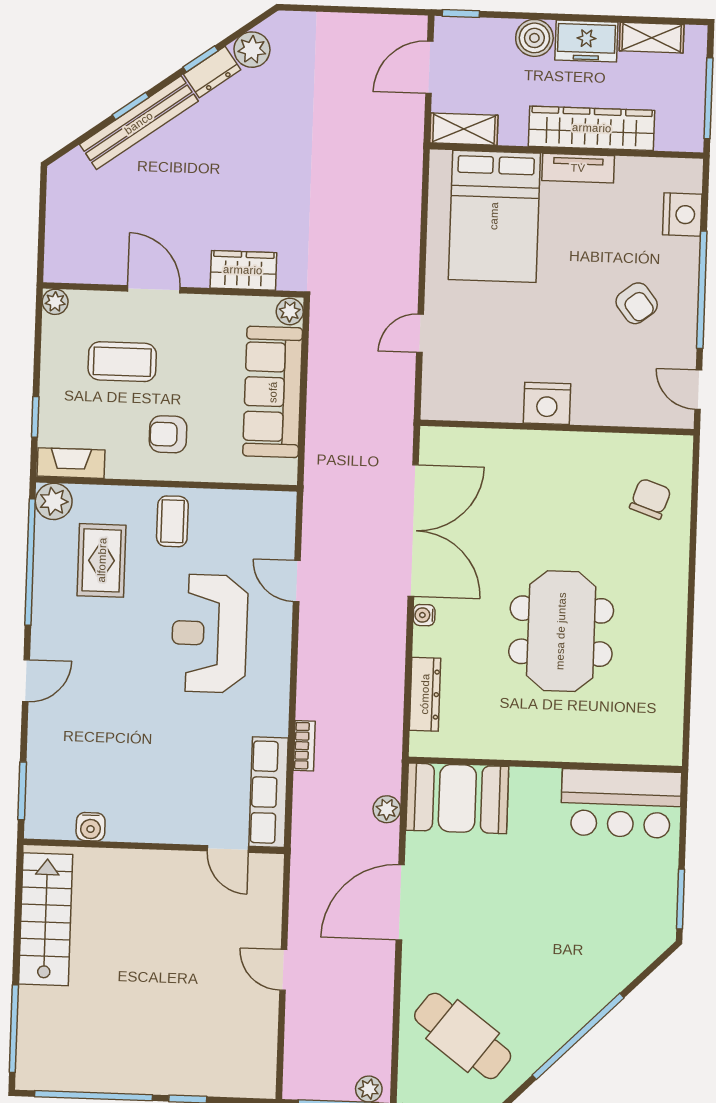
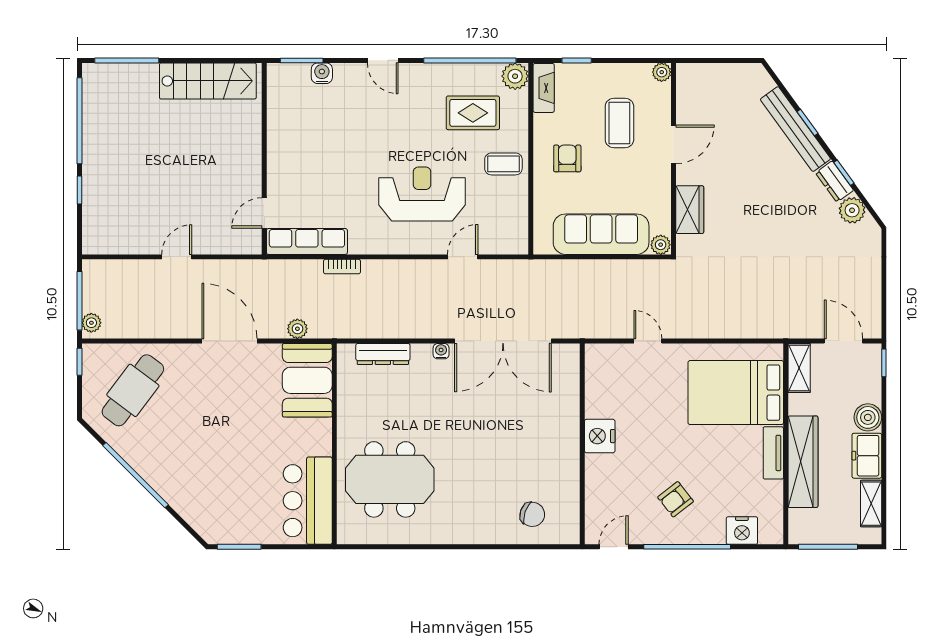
meeting table: (561, 631) -> (390, 479), moved
water cooler: (91, 827) -> (322, 73), moved, turned 90

